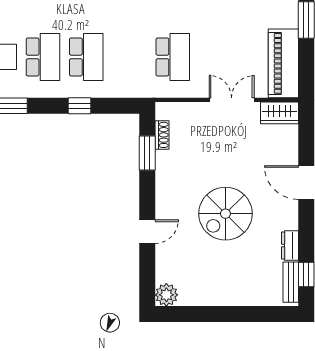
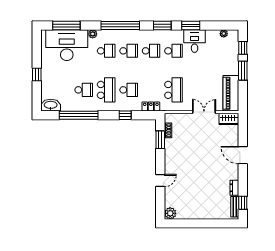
school desk: (86, 57) -> (129, 90), width x0.54
locker: (129, 89) -> (151, 107), added
spiral stairs: (225, 214) -> (201, 171), removed

